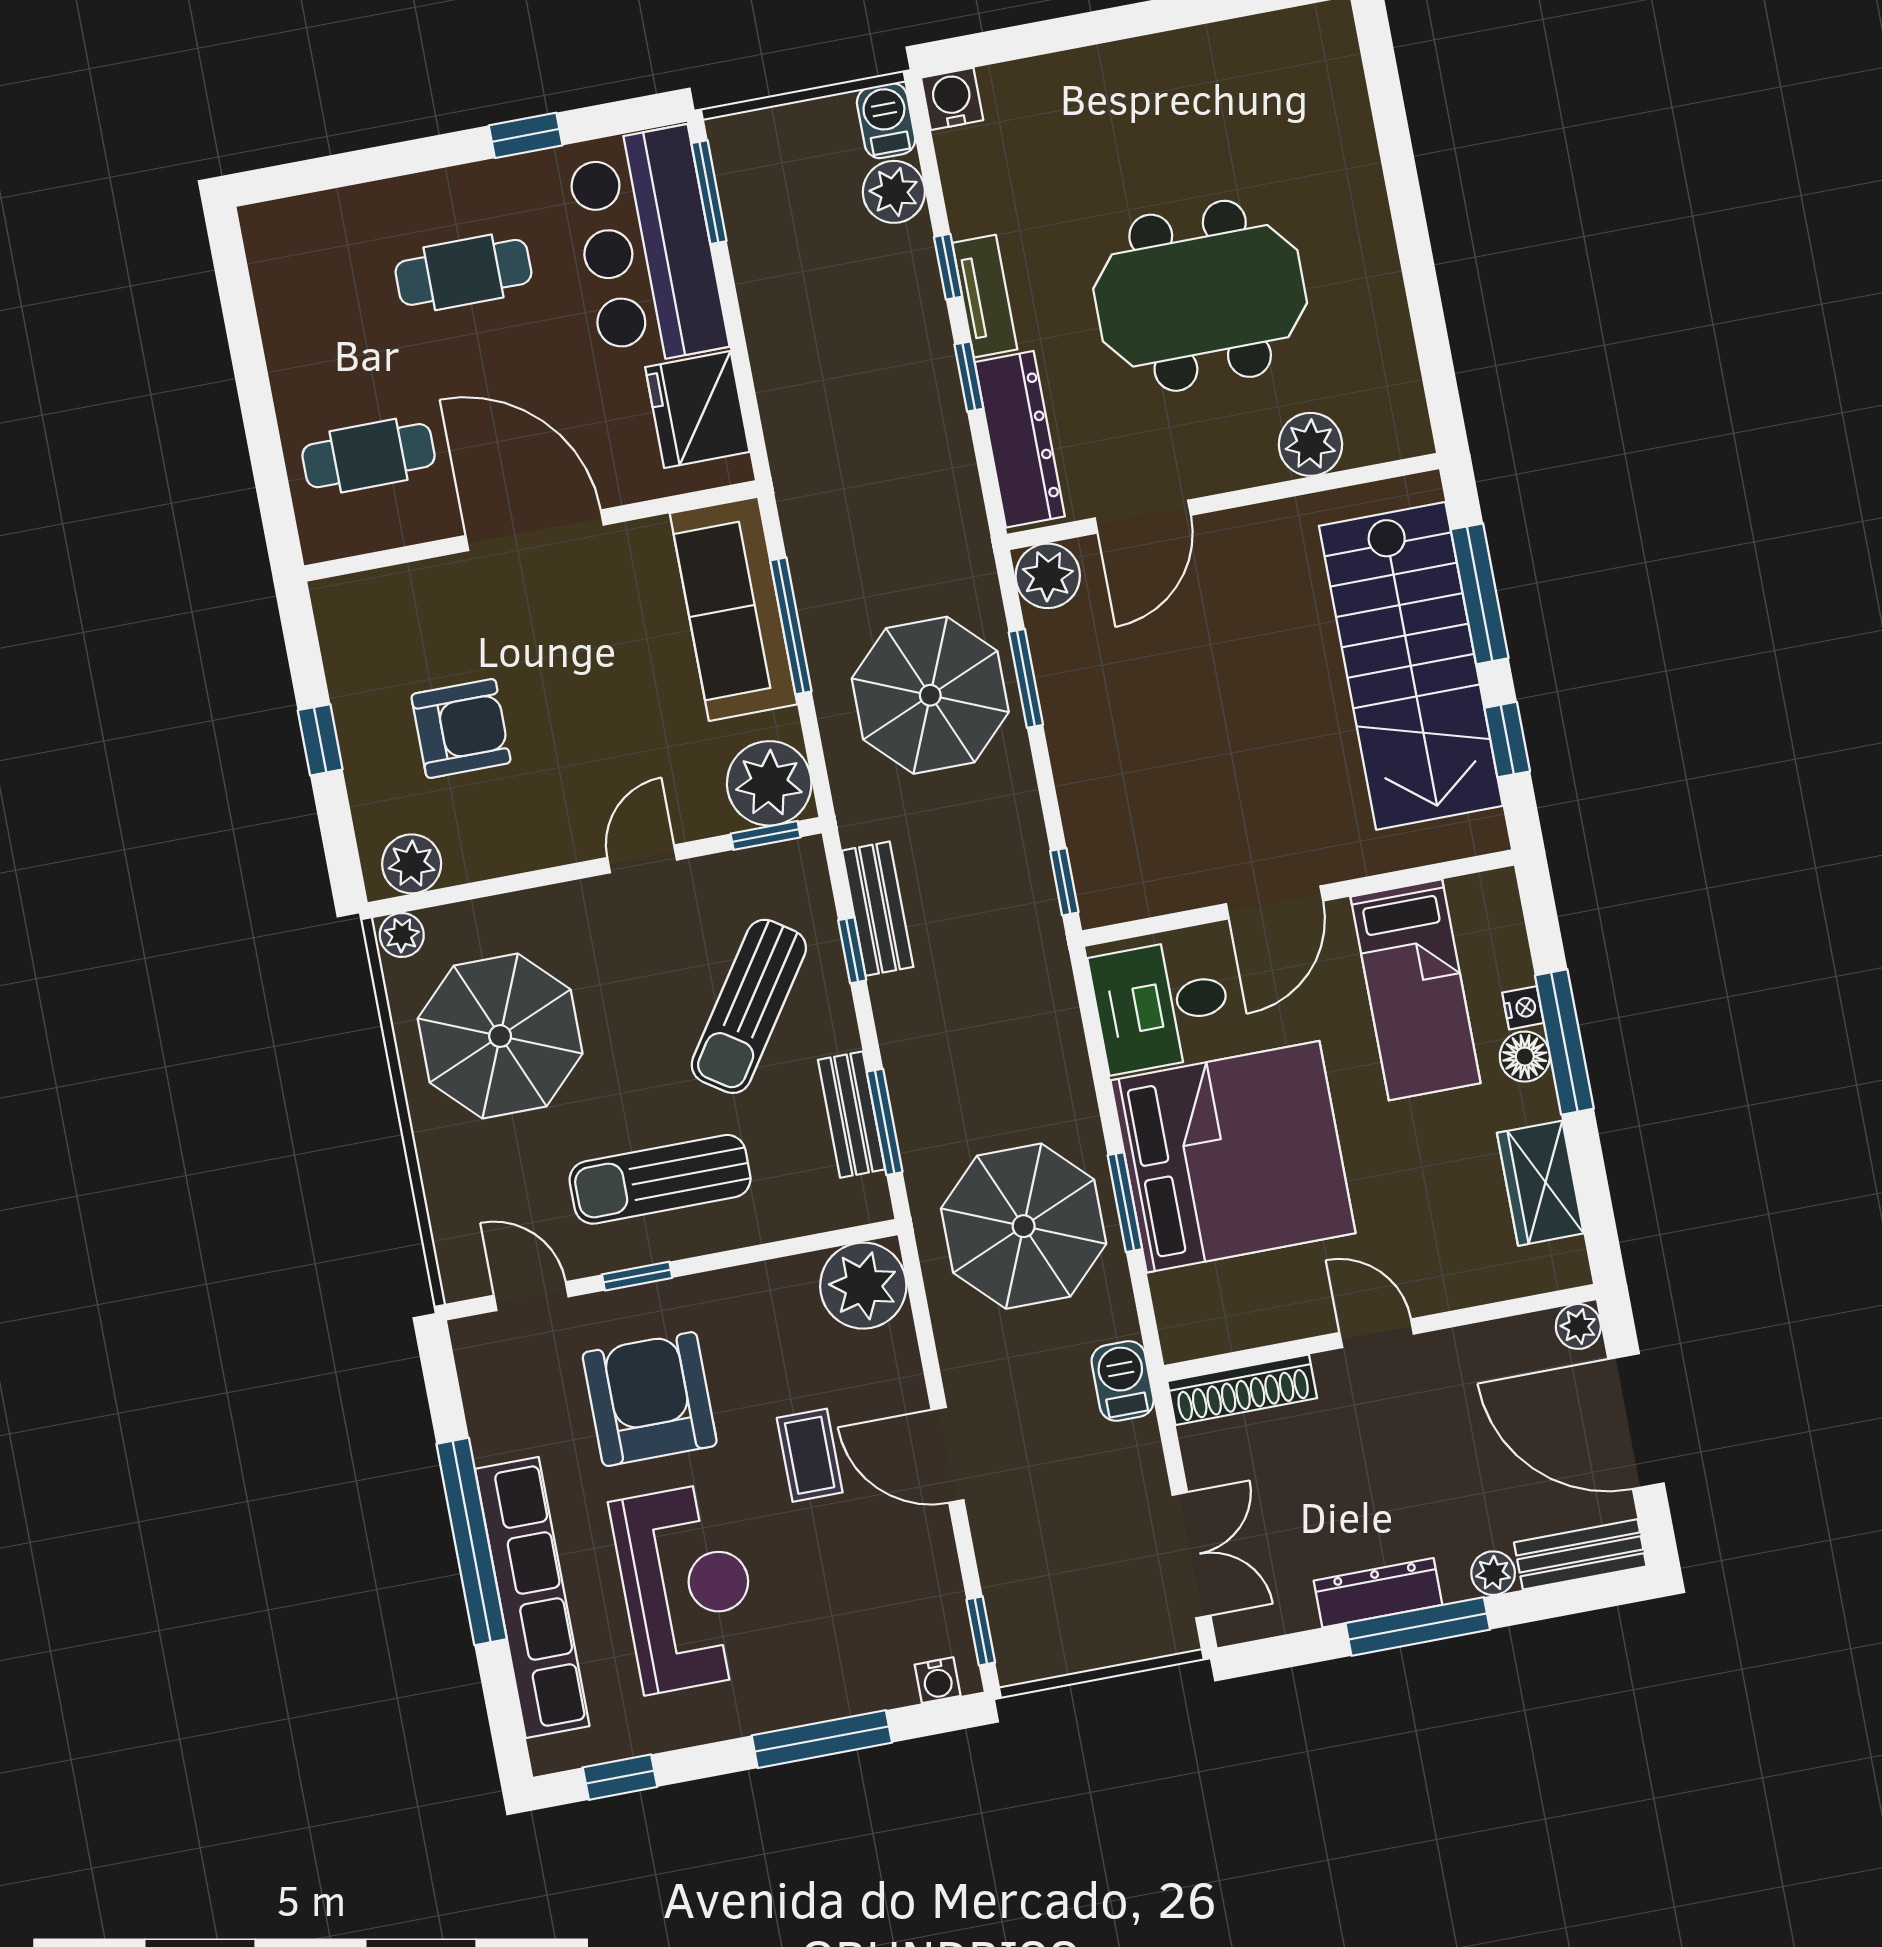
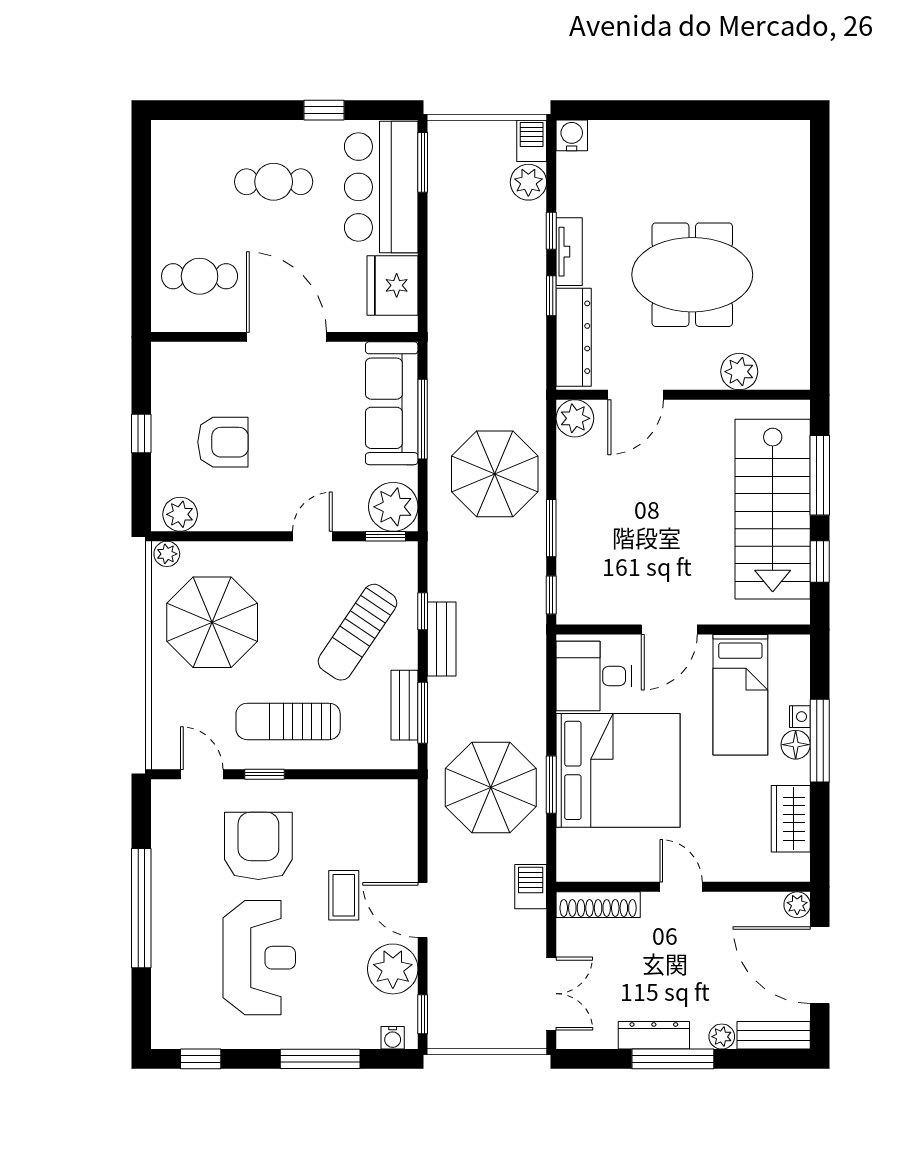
window: (1026, 678) -> (551, 528), moved
bench: (878, 909) -> (442, 639), moved
plant: (863, 1286) -> (393, 969), moved
row of seats: (532, 1597) -> (170, 947), removed

